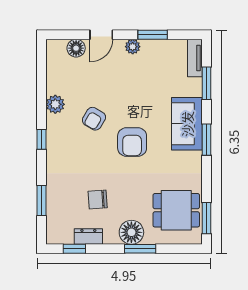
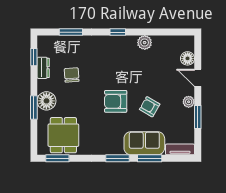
window: (206, 83) -> (150, 158), moved
armchair: (94, 119) -> (150, 107), moved
sofa: (187, 124) -> (144, 143), moved

